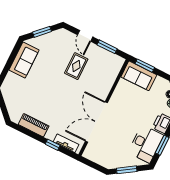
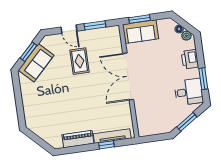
sofa: (24, 60) -> (36, 63), moved, turned 45
double door: (96, 122) -> (128, 76), moved
tv unit: (66, 143) -> (112, 136), width x1.41
desk: (146, 144) -> (189, 92), width x0.73

